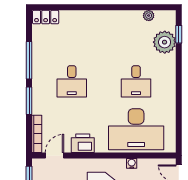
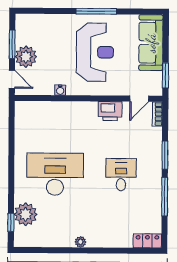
plant: (149, 16) -> (80, 242), moved
desk: (136, 81) -> (55, 174), width x1.87, depth x1.30
desk: (136, 129) -> (55, 125), removed
bookcase: (37, 134) -> (157, 114), width x0.64

